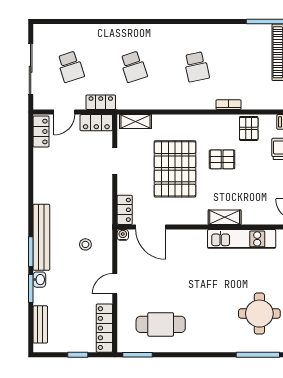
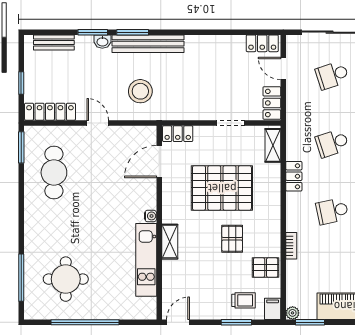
locker: (101, 102) -> (294, 176), moved
water cooler: (123, 235) -> (151, 216), moved
stool: (85, 244) -> (140, 91), width x1.89, depth x1.89

